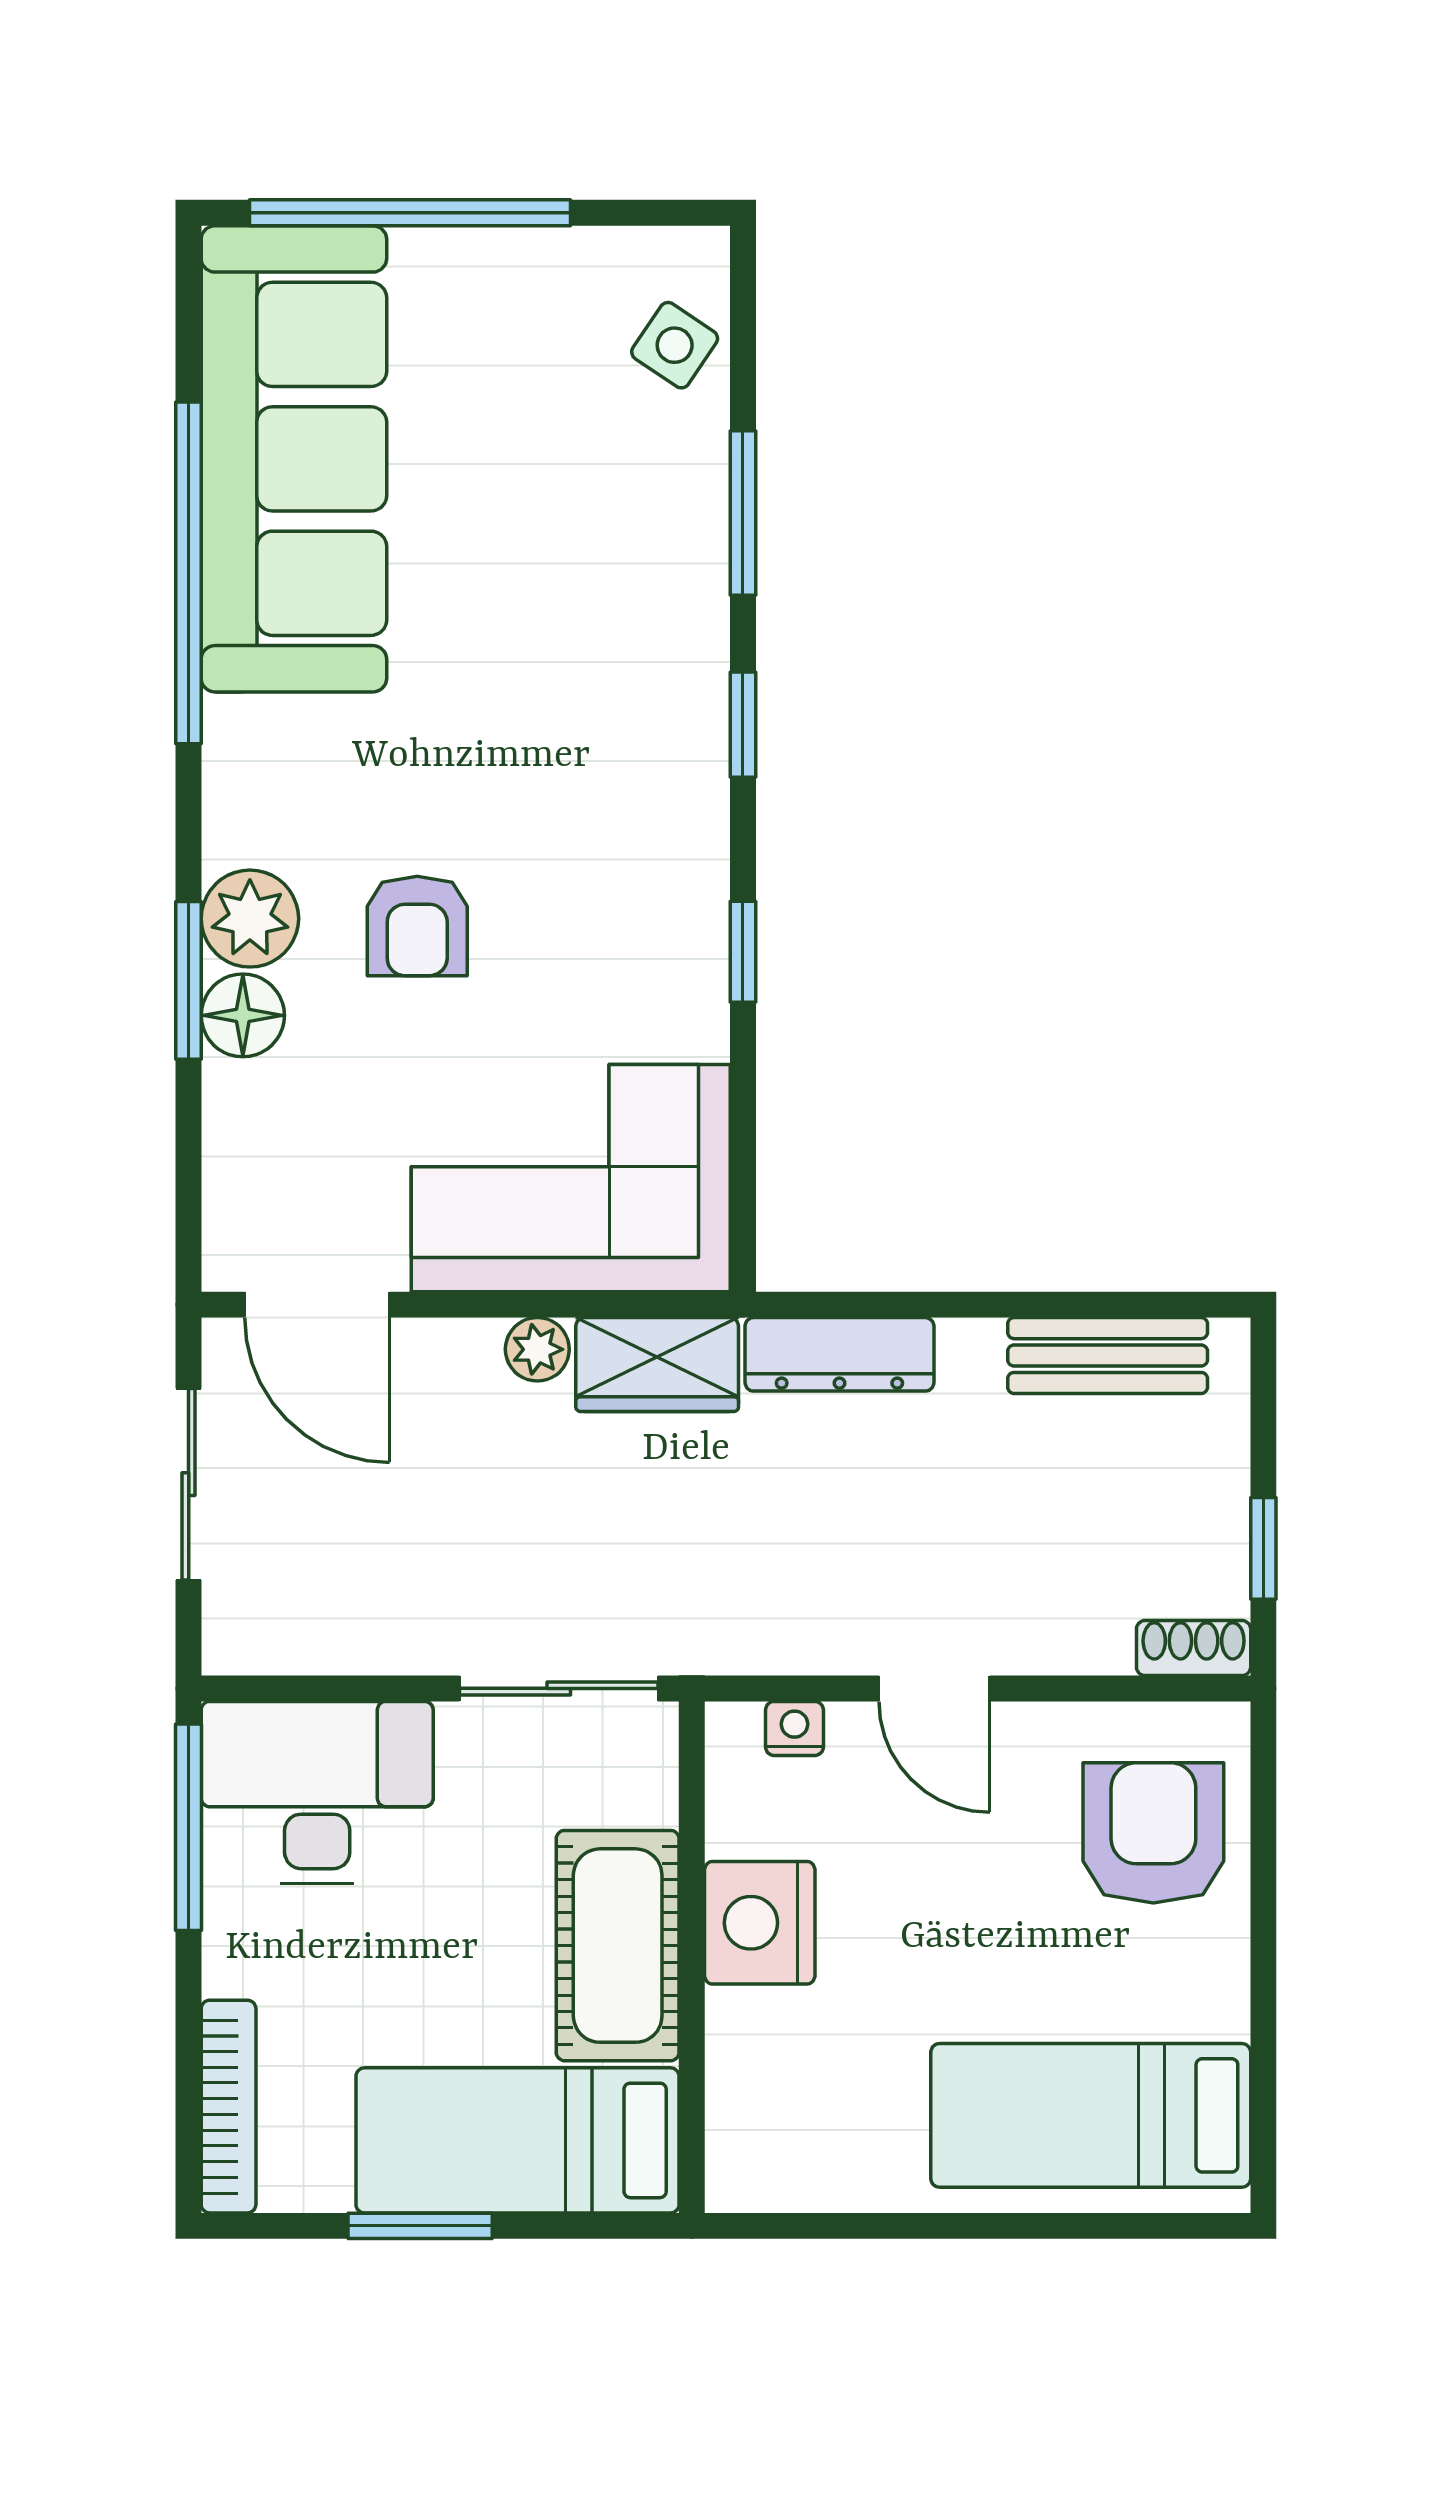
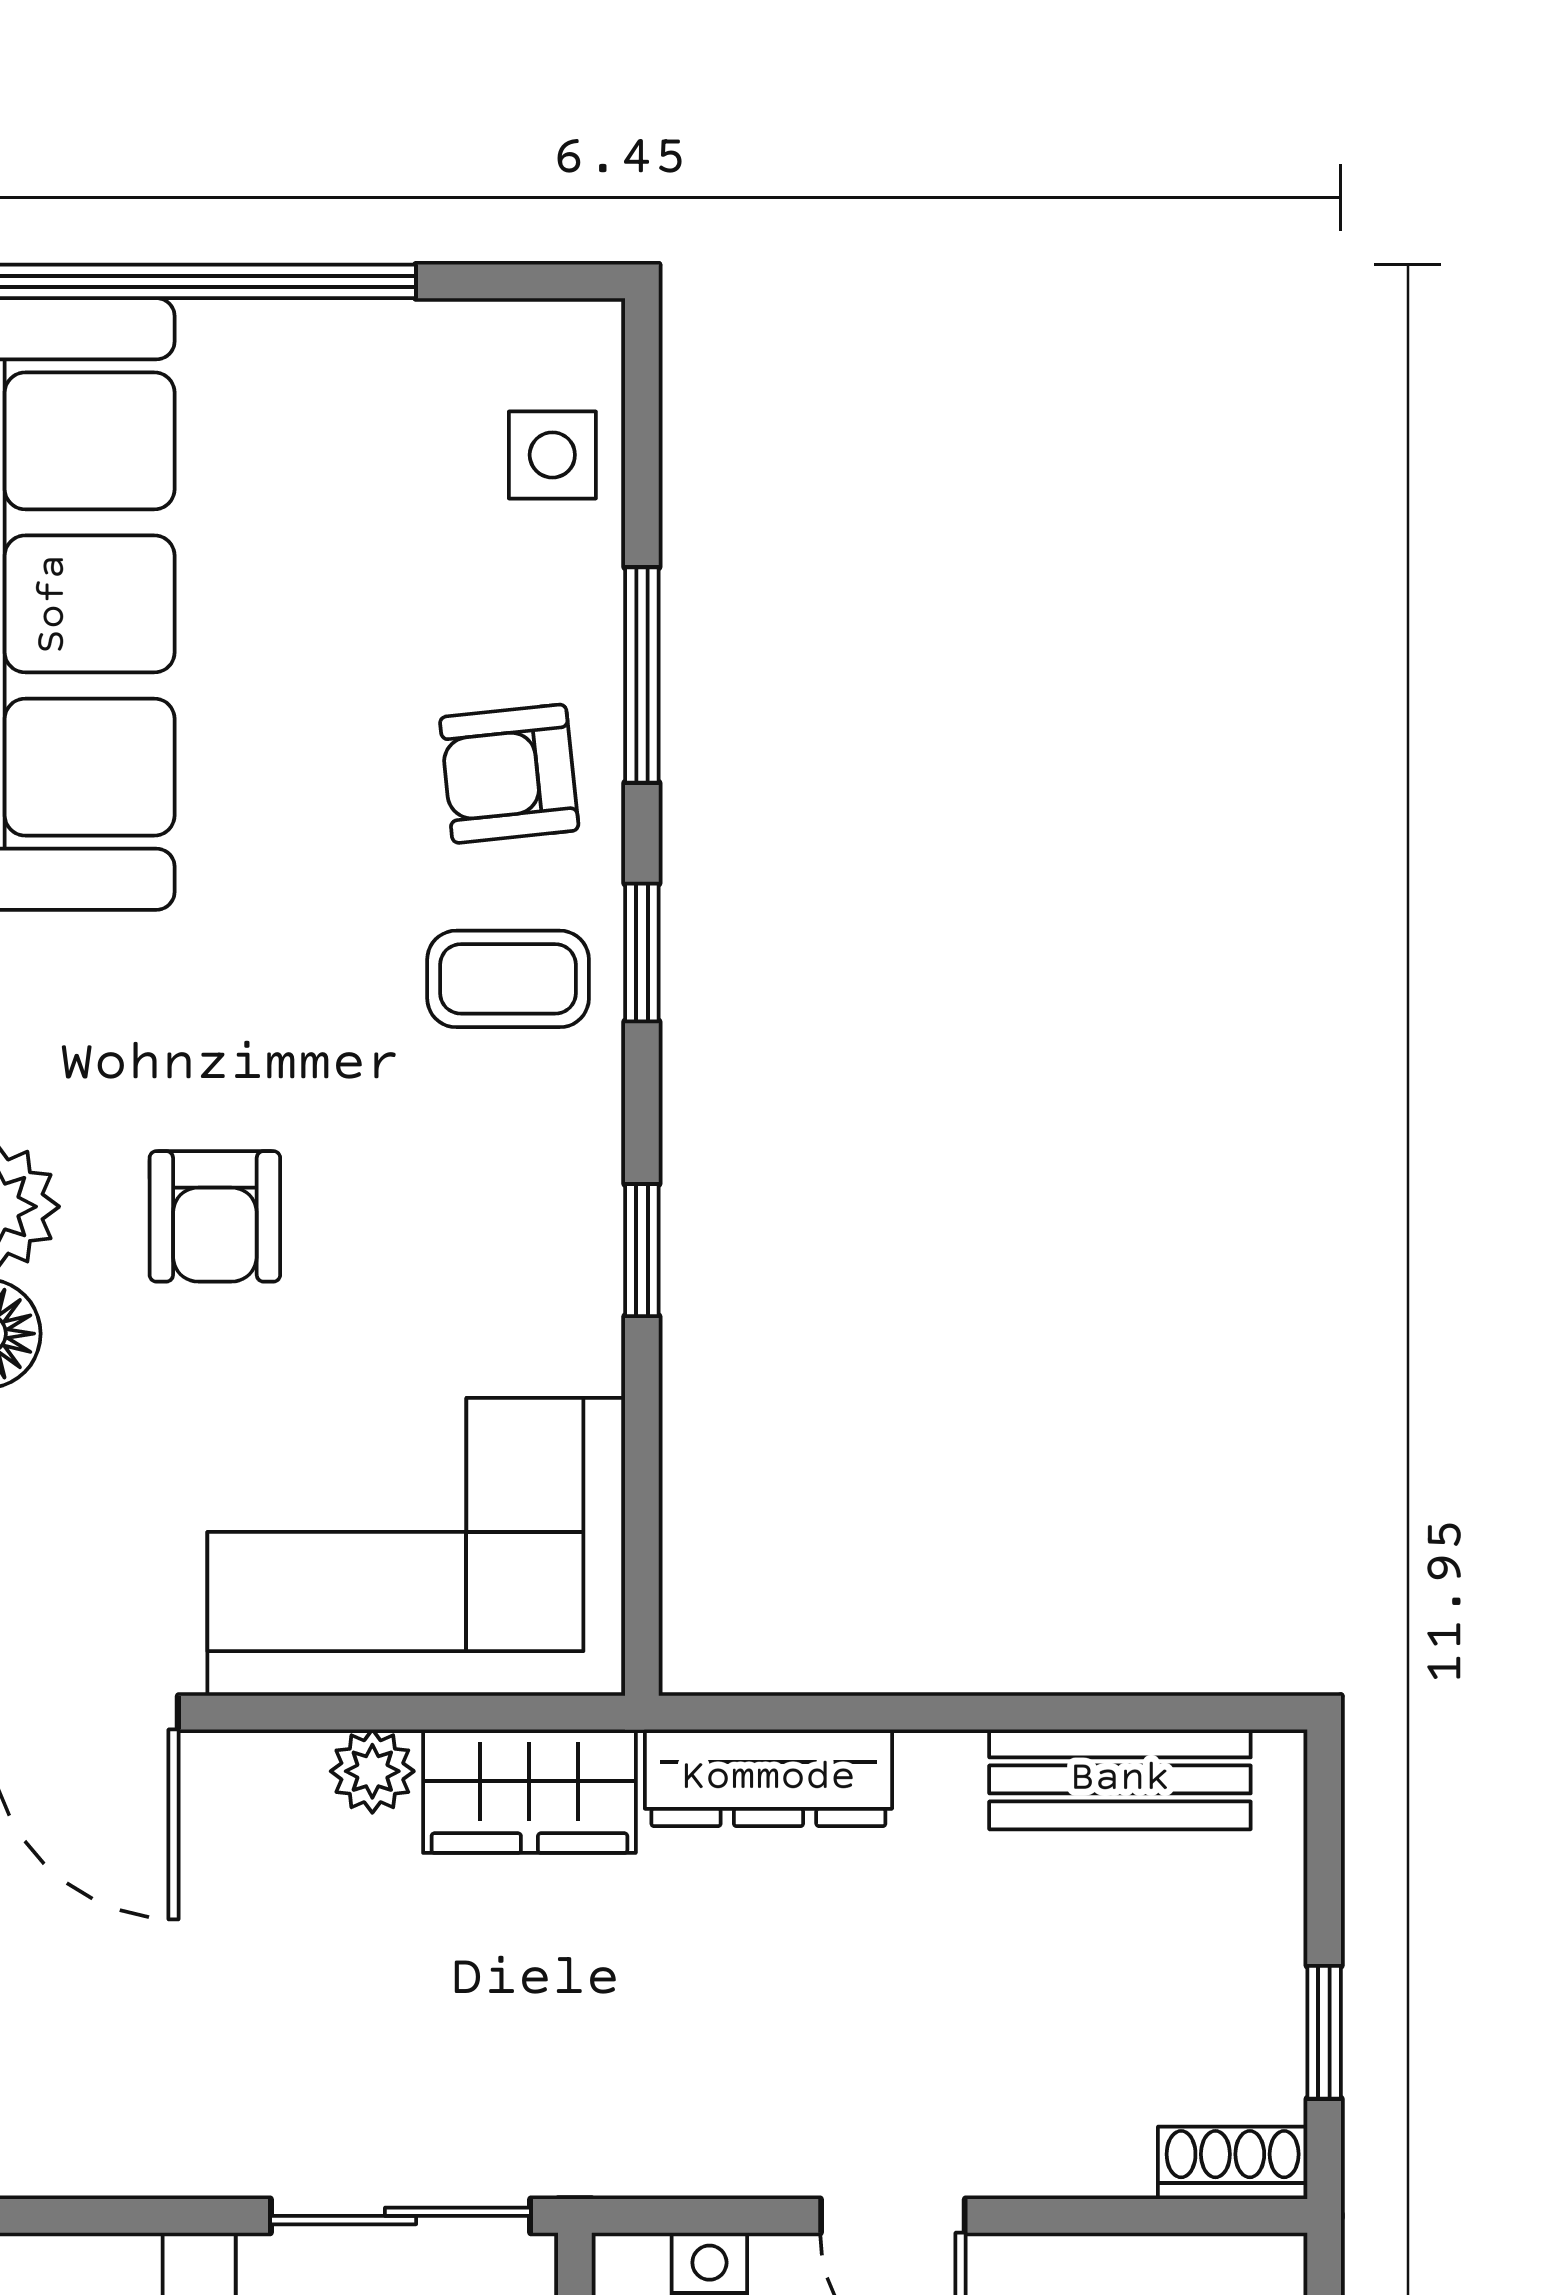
side table: (675, 345) -> (552, 455), turned -34
armchair: (642, 588) -> (509, 774), added
coffee table: (641, 745) -> (508, 979), added

